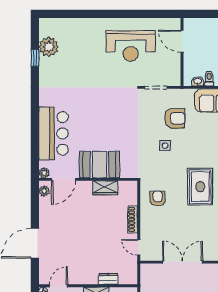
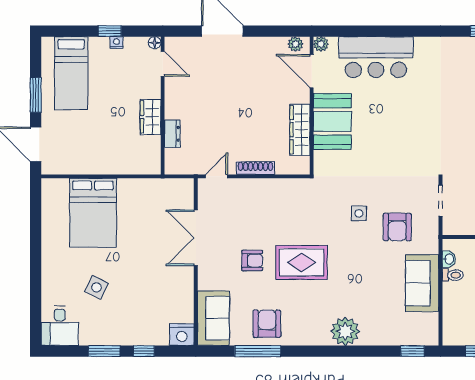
wardrobe: (105, 188) -> (300, 130), width x1.50
armchair: (158, 199) -> (252, 261), moved
double door: (183, 262) -> (196, 238), swing flipped

